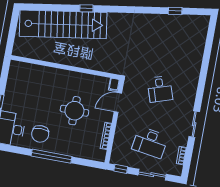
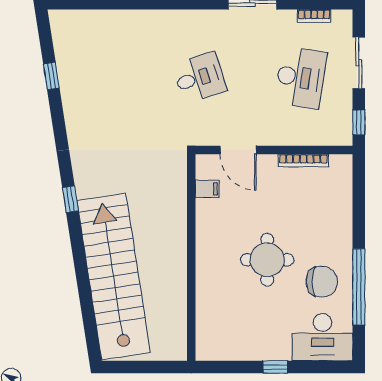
window: (86, 8) -> (70, 199), moved
filing cabinet: (114, 85) -> (207, 189), moved
round table: (74, 111) -> (267, 260), moved
window: (51, 156) -> (359, 287), moved

